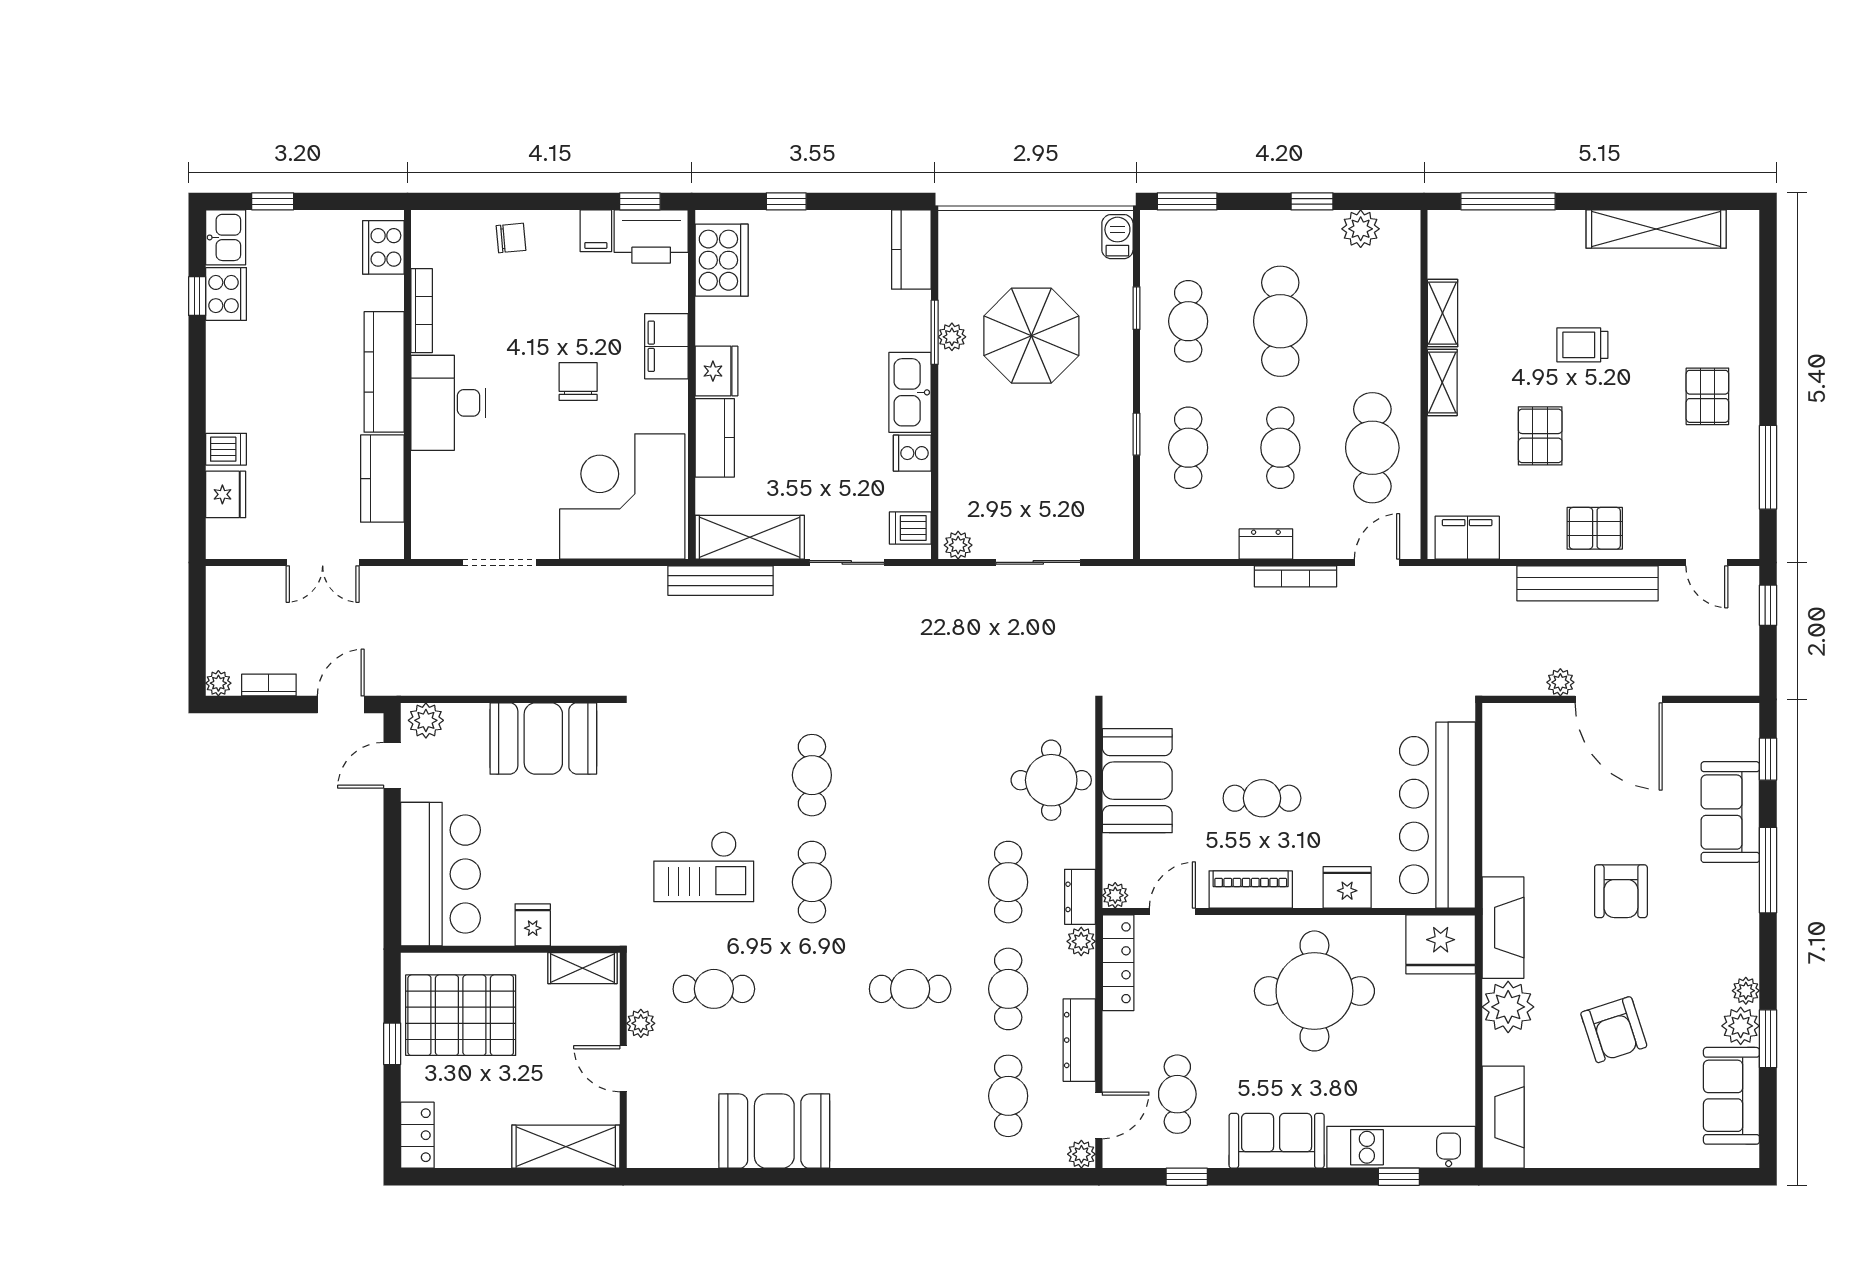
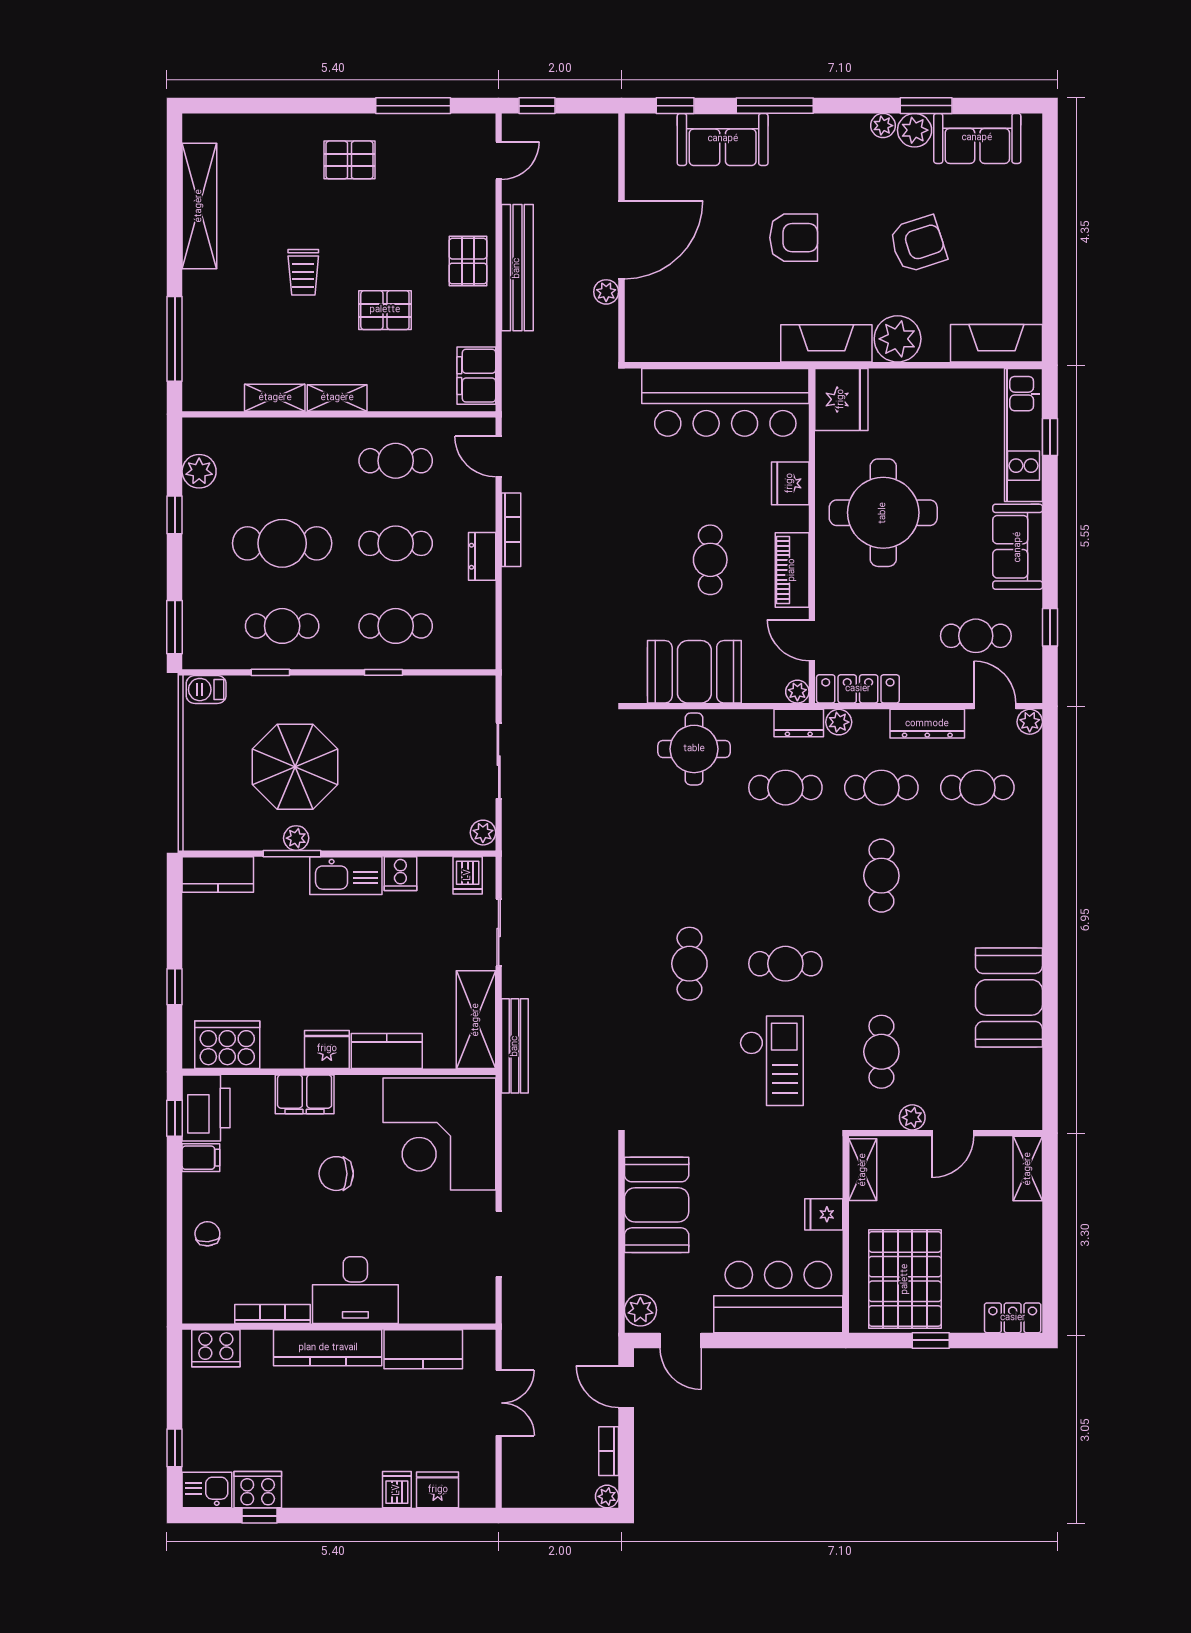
cafe table: (1372, 448) -> (396, 461), width x0.73, depth x0.74
cafe table: (812, 775) -> (689, 964), turned 90
shelving: (566, 1147) -> (1028, 1169), width x0.67, depth x0.75

